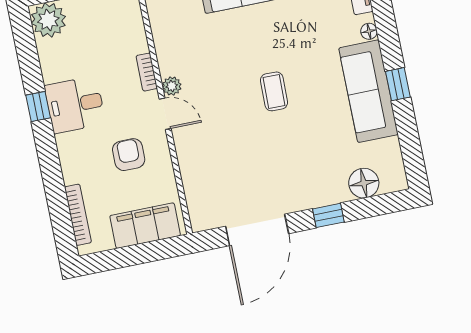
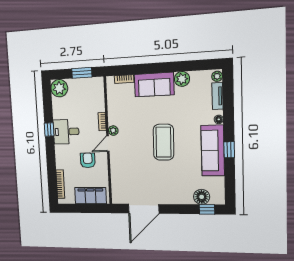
coffee table: (274, 91) -> (164, 142), width x1.86, depth x1.72
door: (165, 114) -> (108, 144), swing flipped
window: (328, 215) -> (207, 209), moved

